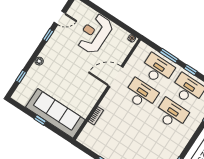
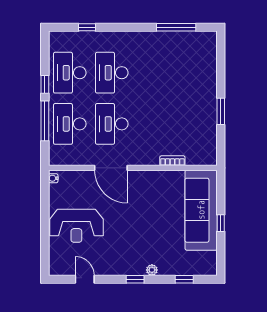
window: (48, 35) -> (135, 279), moved
window: (169, 56) -> (45, 121), width x1.44

